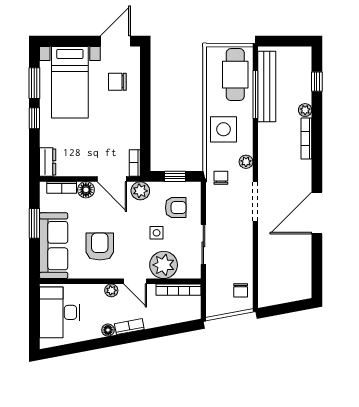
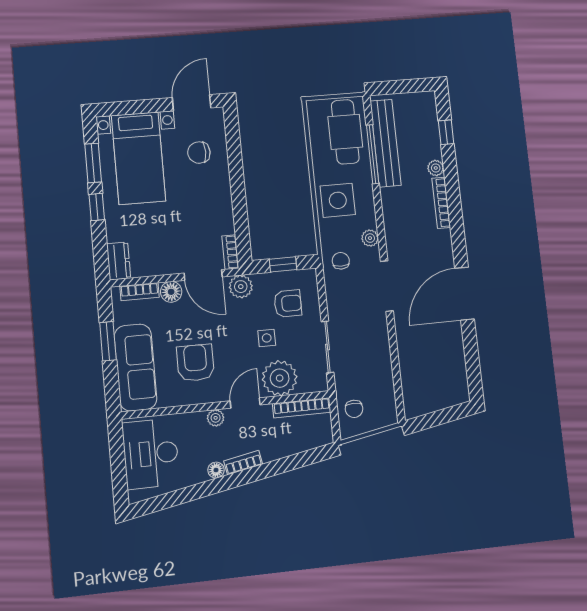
door: (135, 281) -> (245, 403), swing flipped
chair: (241, 290) -> (354, 409), moved

